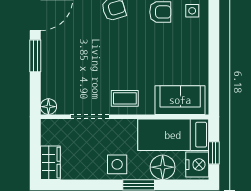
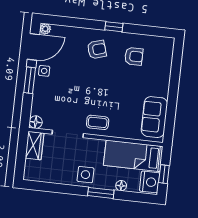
side table: (192, 11) -> (44, 71), moved
sofa: (180, 100) -> (154, 117), moved, turned -90
wardrobe: (50, 163) -> (35, 146), moved
floor lamp: (163, 167) -> (121, 186), width x0.53, depth x0.53

